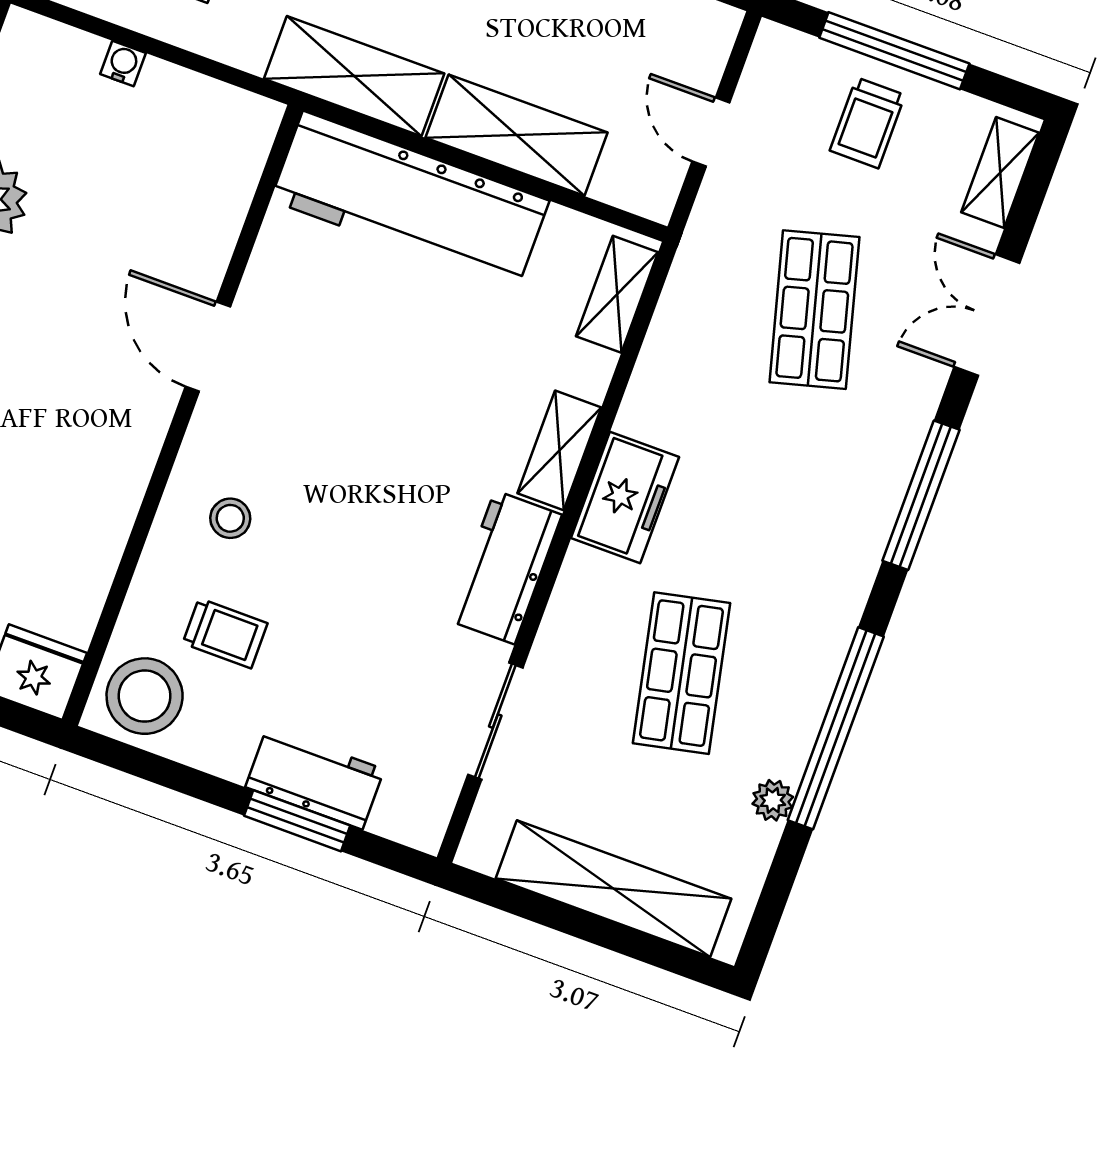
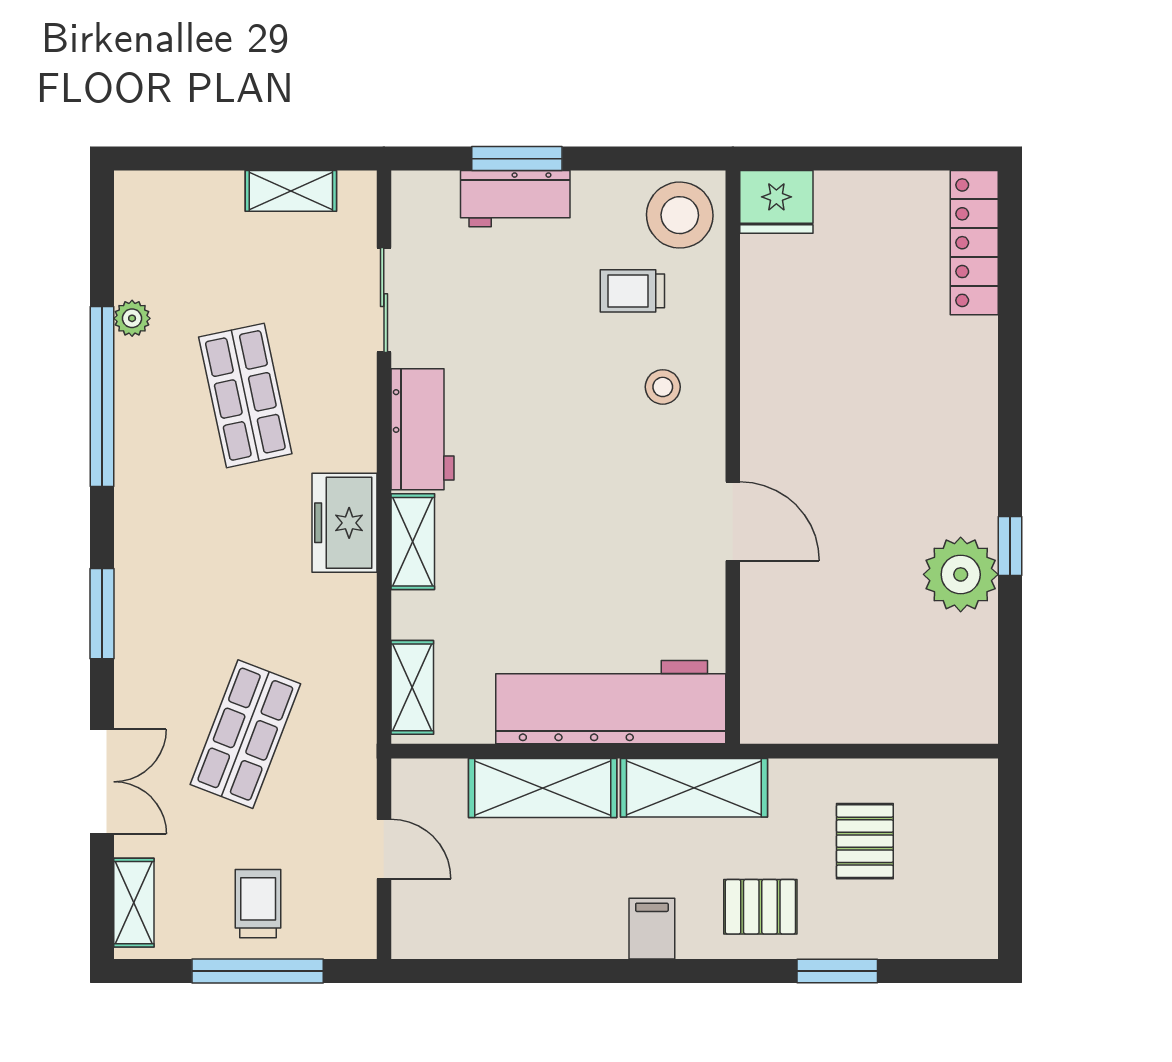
water cooler: (123, 64) -> (888, 728), removed
shop shelf: (814, 310) -> (245, 734), turned 36
window: (921, 495) -> (102, 614), width x0.69
shelving: (614, 889) -> (291, 191), width x0.45, depth x0.75

